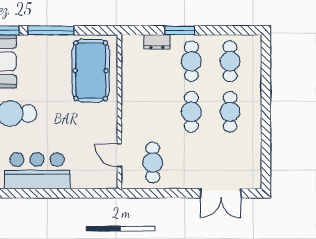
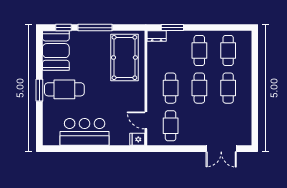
window: (180, 30) -> (172, 28), moved
dresser: (157, 42) -> (157, 36), moved
cafe table: (153, 112) -> (171, 88), added
fridge: (108, 181) -> (137, 139), added

